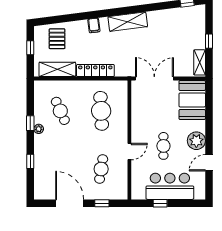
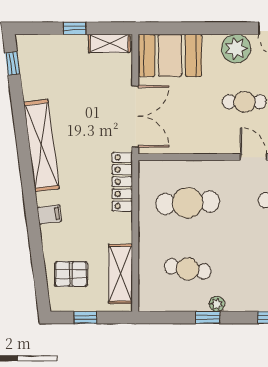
shelving: (128, 22) -> (41, 145), width x1.47
locker: (95, 71) -> (122, 182), moved
double door: (154, 79) -> (135, 116), swing flipped
cafe table: (60, 111) -> (188, 269), turned 33

